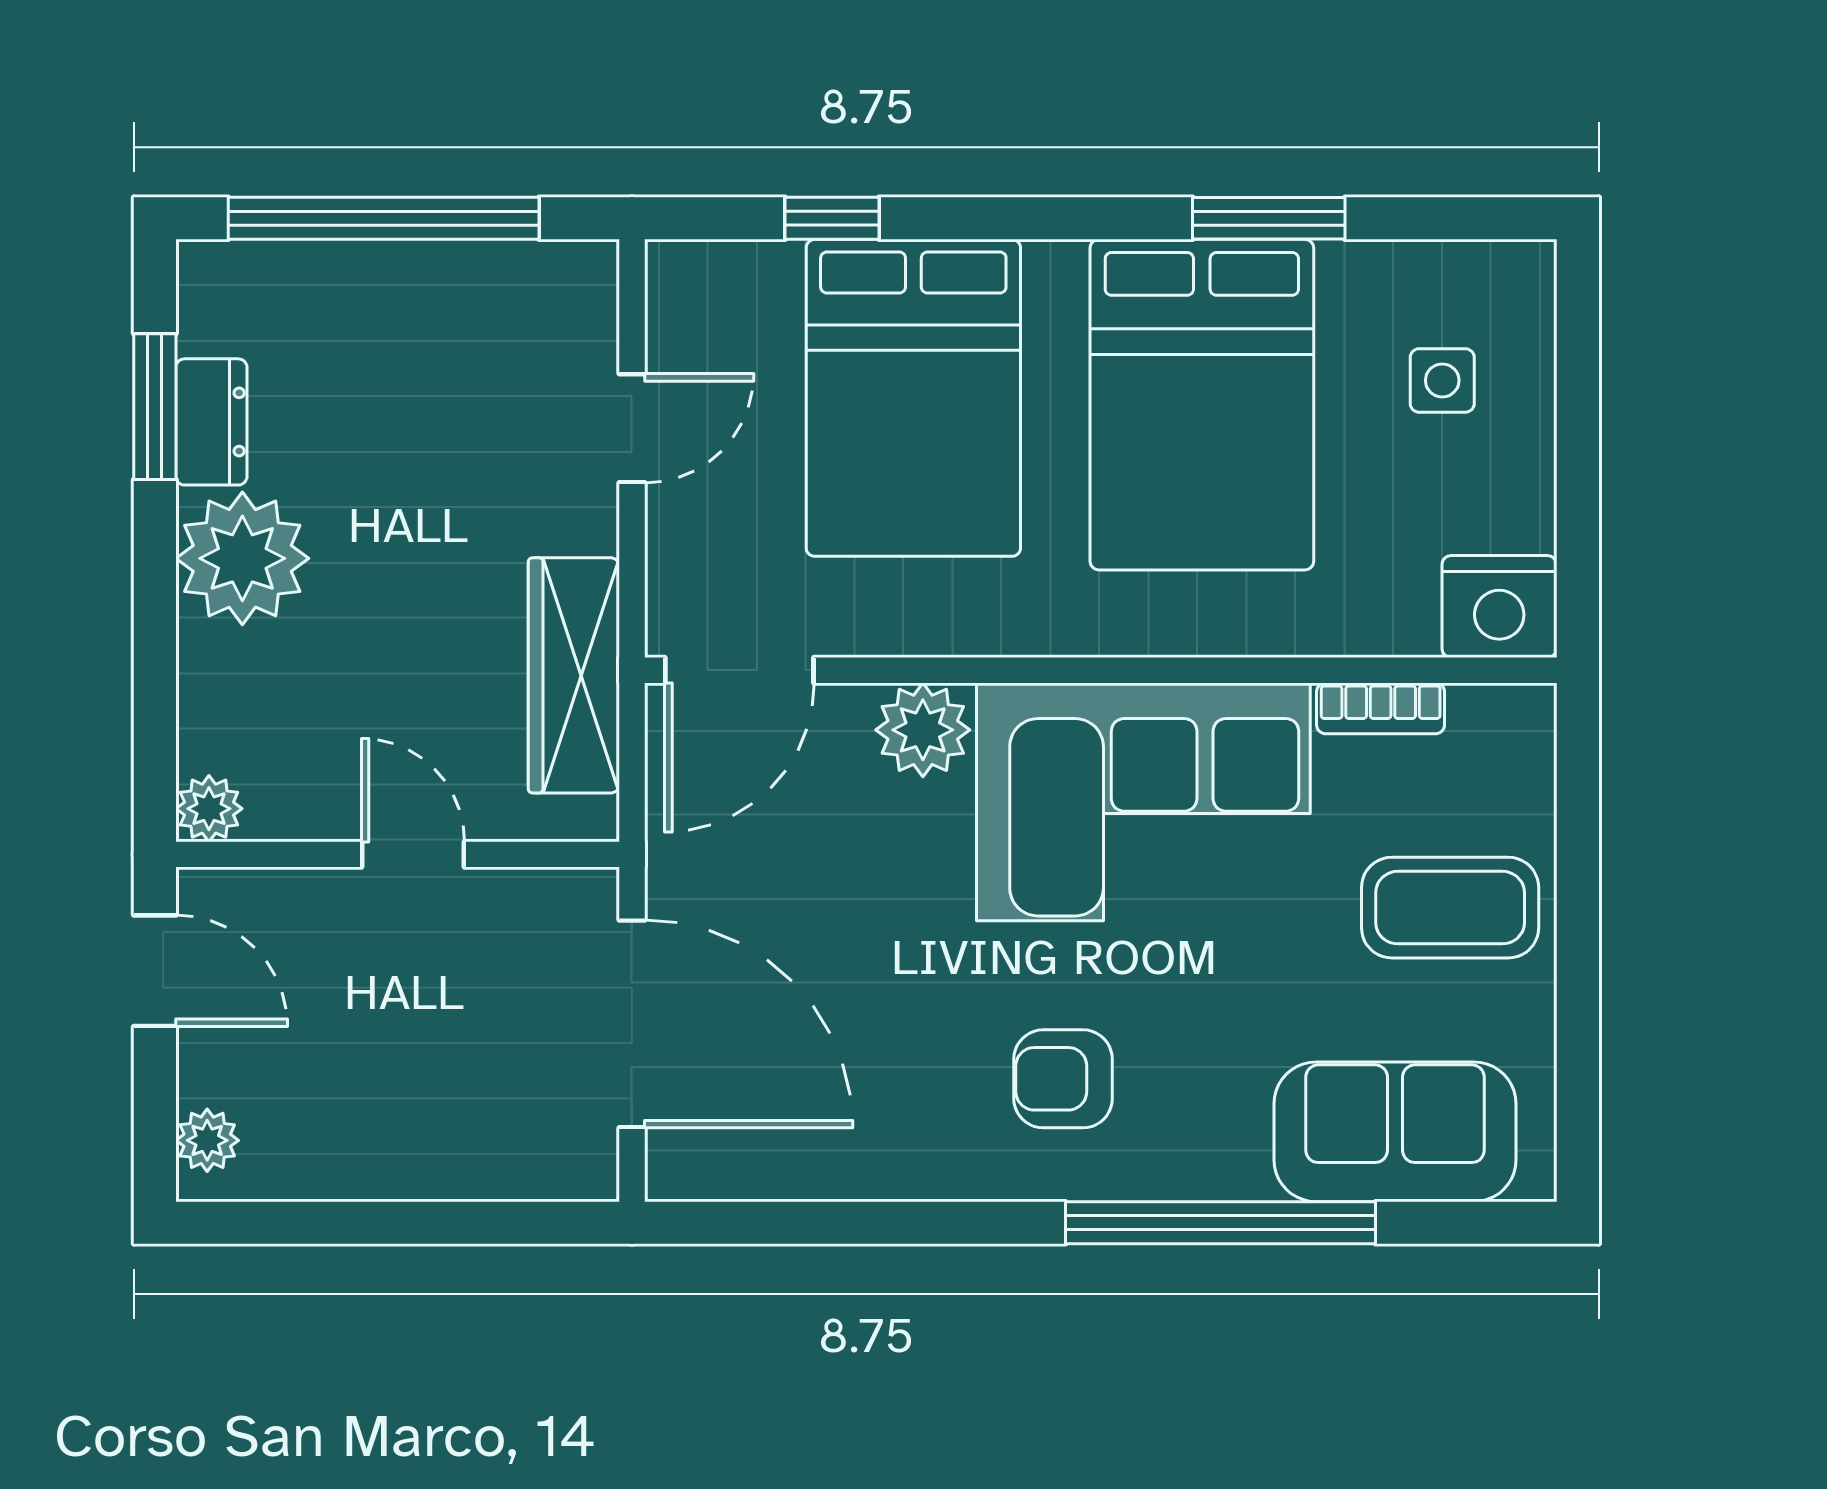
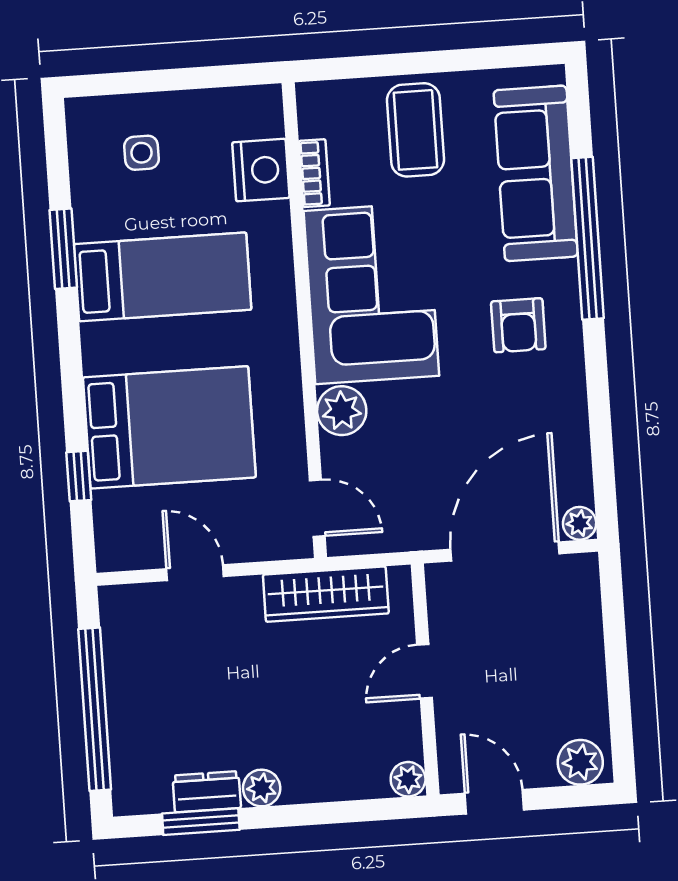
bed: (1202, 405) -> (163, 277), width x0.67
plant: (242, 558) -> (262, 788), width x0.53, depth x0.53
nightstand: (1499, 607) -> (261, 170), moved
door: (739, 670) -> (317, 508), width x0.73
door: (155, 971) -> (494, 802), hinge flipped
sofa: (1395, 1132) -> (536, 173), width x1.36
plant: (207, 1140) -> (580, 762), width x1.38, depth x1.38
plant: (676, 1170) -> (580, 523), added

